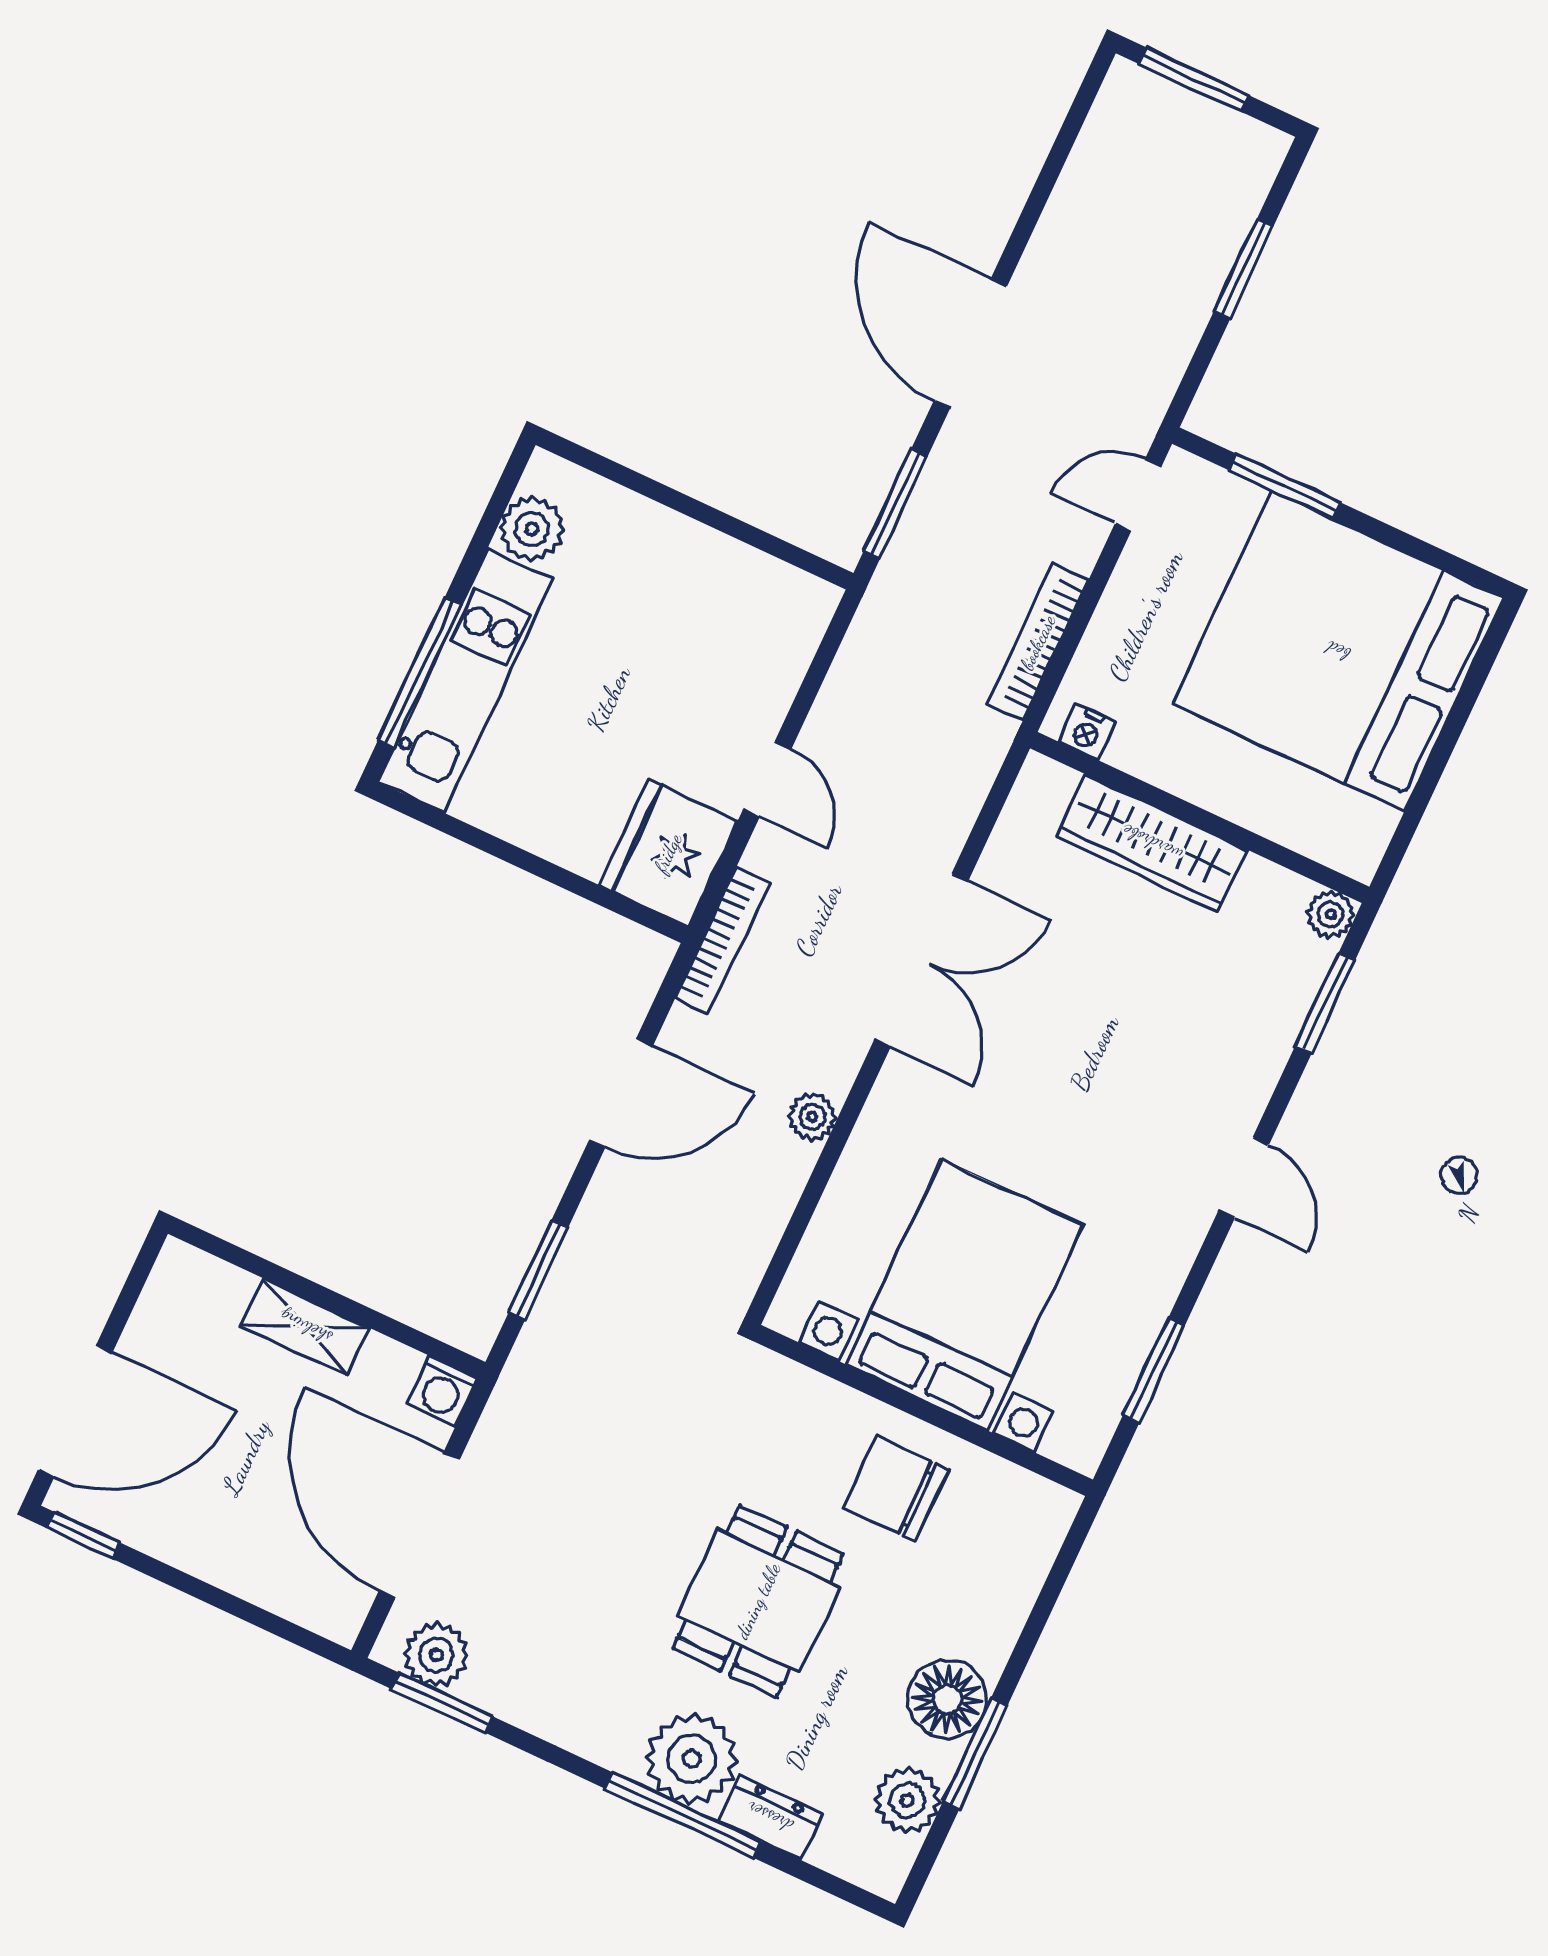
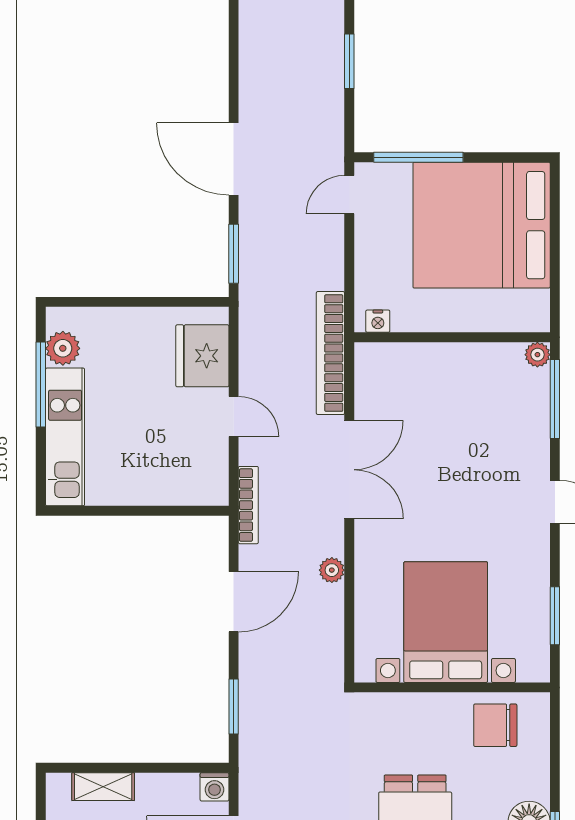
window: (1285, 486) -> (418, 157), width x1.44
bookcase: (1038, 642) -> (330, 353), moved, width x1.48, depth x1.31
window: (420, 673) -> (41, 385), moved
wardrobe: (1152, 843) -> (435, 360), removed
fridge: (668, 853) -> (202, 356), moved
window: (1325, 1003) -> (555, 399), width x1.44
shelving: (305, 1327) -> (103, 787), moved
chair: (896, 1488) -> (495, 725), moved

